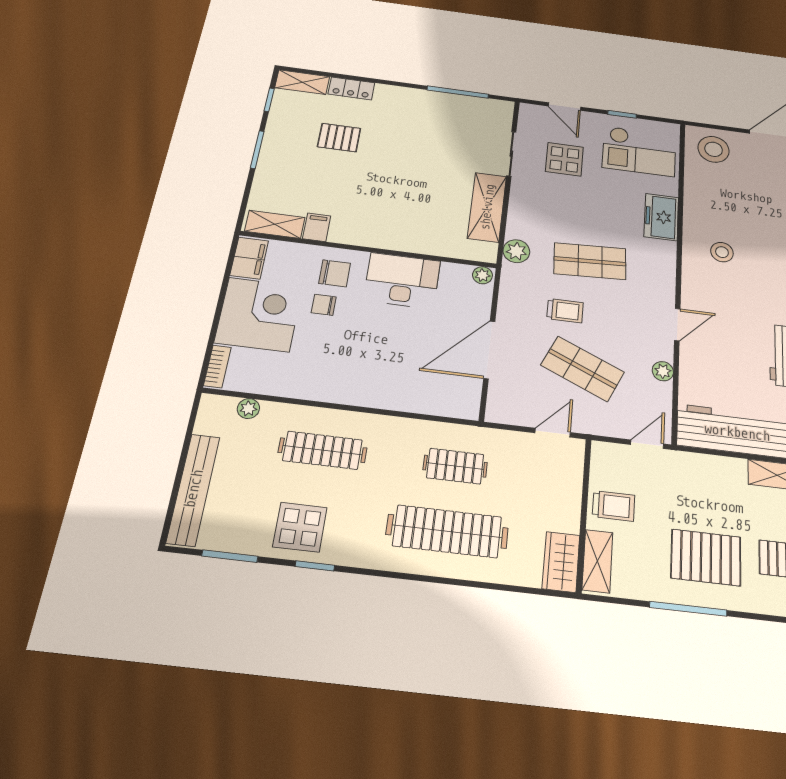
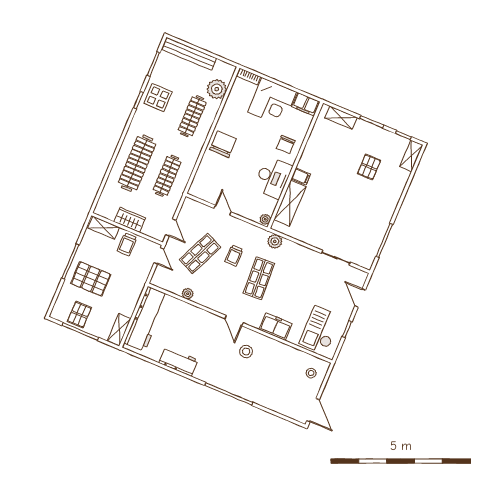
locker: (351, 88) -> (401, 182), removed
door: (565, 107) -> (360, 298), hinge flipped
stool: (714, 149) -> (311, 373), width x0.53, depth x0.53
display table: (564, 159) -> (325, 286), removed
shelving: (487, 207) -> (290, 203), moved, turned 90
shelving: (275, 224) -> (341, 118), moved, turned 90
filing cabinet: (317, 227) -> (301, 177), moved
chair: (324, 305) -> (223, 144), moved, width x1.87, depth x1.87
door: (677, 325) -> (234, 321), moved
door: (489, 350) -> (223, 210), width x0.53
plant: (248, 409) -> (217, 89), width x1.88, depth x1.88
door: (647, 444) -> (159, 256), moved
clothes rail: (455, 466) -> (167, 176), width x1.36
pallet: (706, 557) -> (91, 279), turned 90
wardrobe: (561, 562) -> (130, 220), moved

